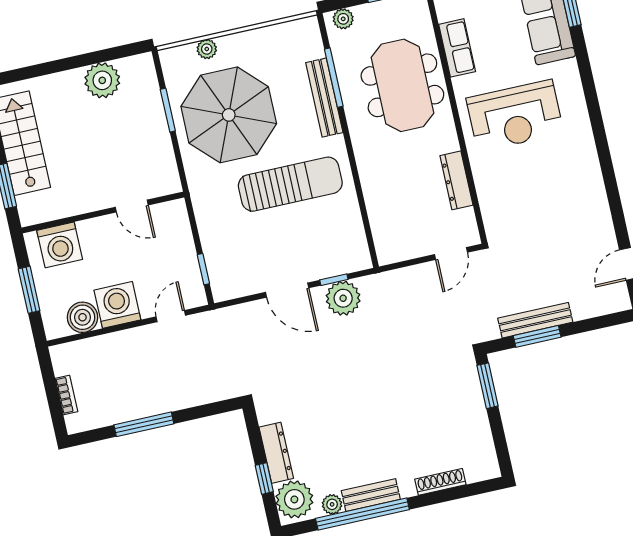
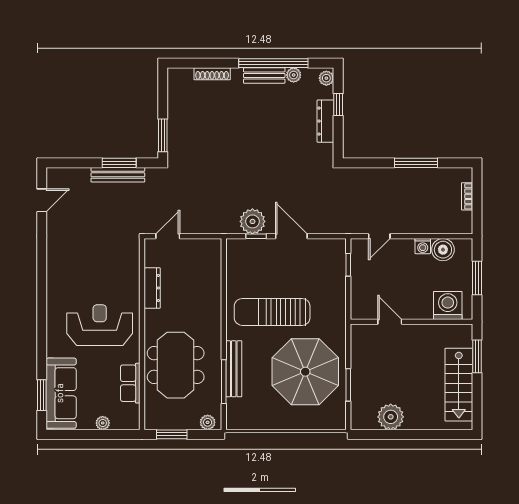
plant: (207, 49) -> (310, 423), removed
washing machine: (117, 305) -> (423, 246), width x0.53, depth x0.53
plant: (294, 499) -> (326, 78), width x0.53, depth x0.53

